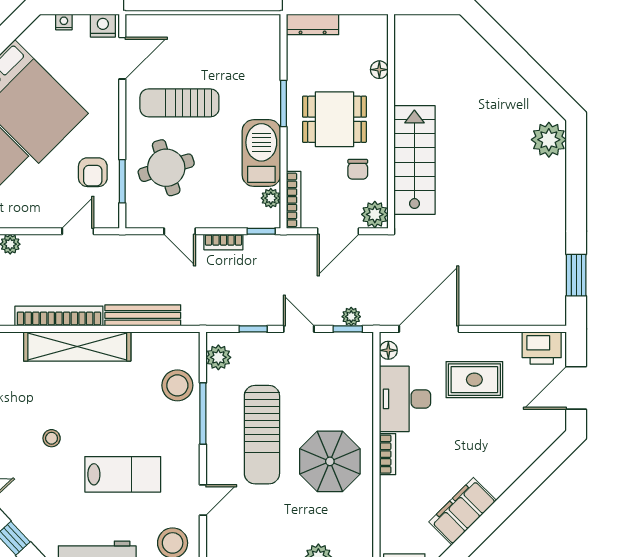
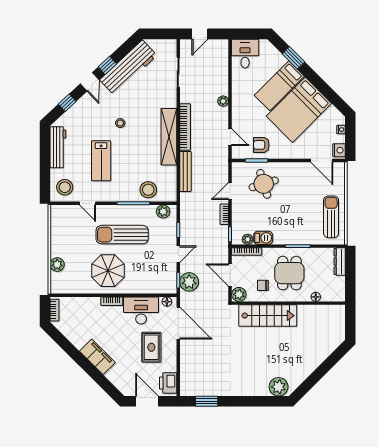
sun lounger: (179, 103) -> (331, 217), moved
barbecue: (261, 153) -> (263, 238), width x0.53, depth x0.65
plant: (351, 317) -> (189, 282), width x1.88, depth x1.88
filing cabinet: (463, 511) -> (97, 357), moved

